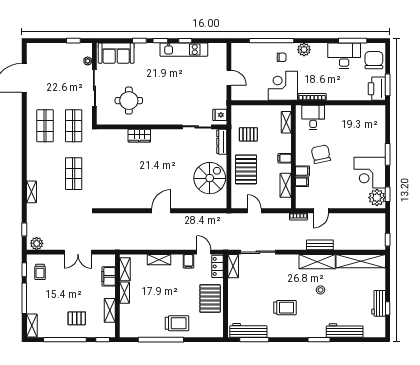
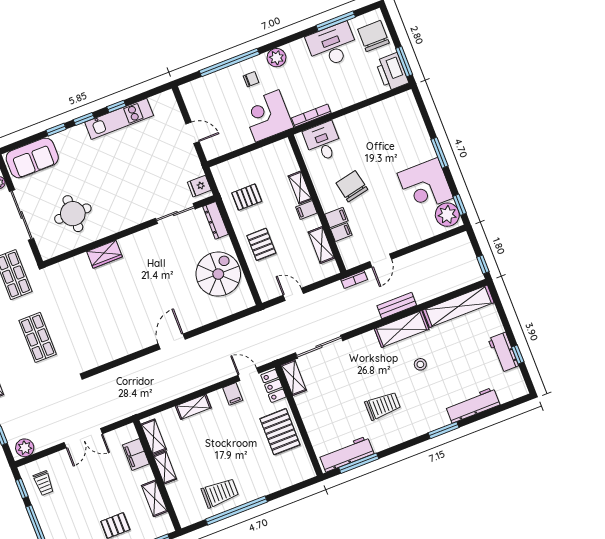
shelving: (286, 122) -> (300, 188), moved
pallet: (246, 169) -> (261, 244), width x0.67, depth x0.71
trolley: (177, 323) -> (220, 493), moved

